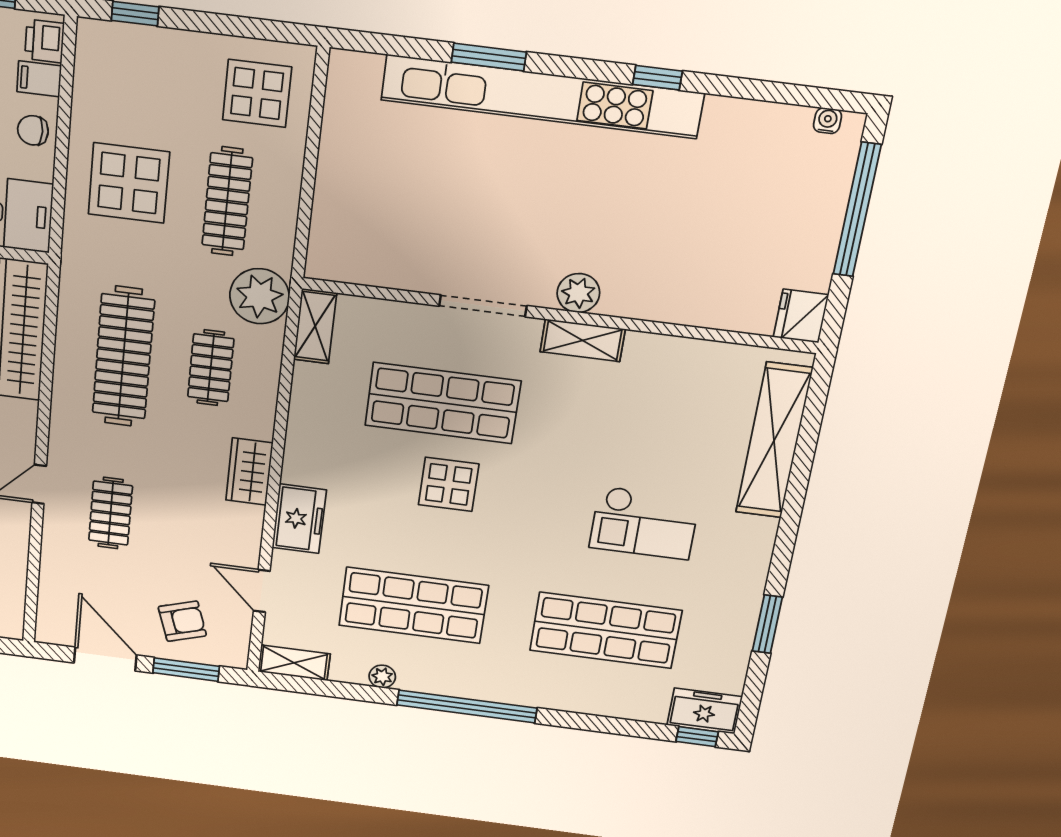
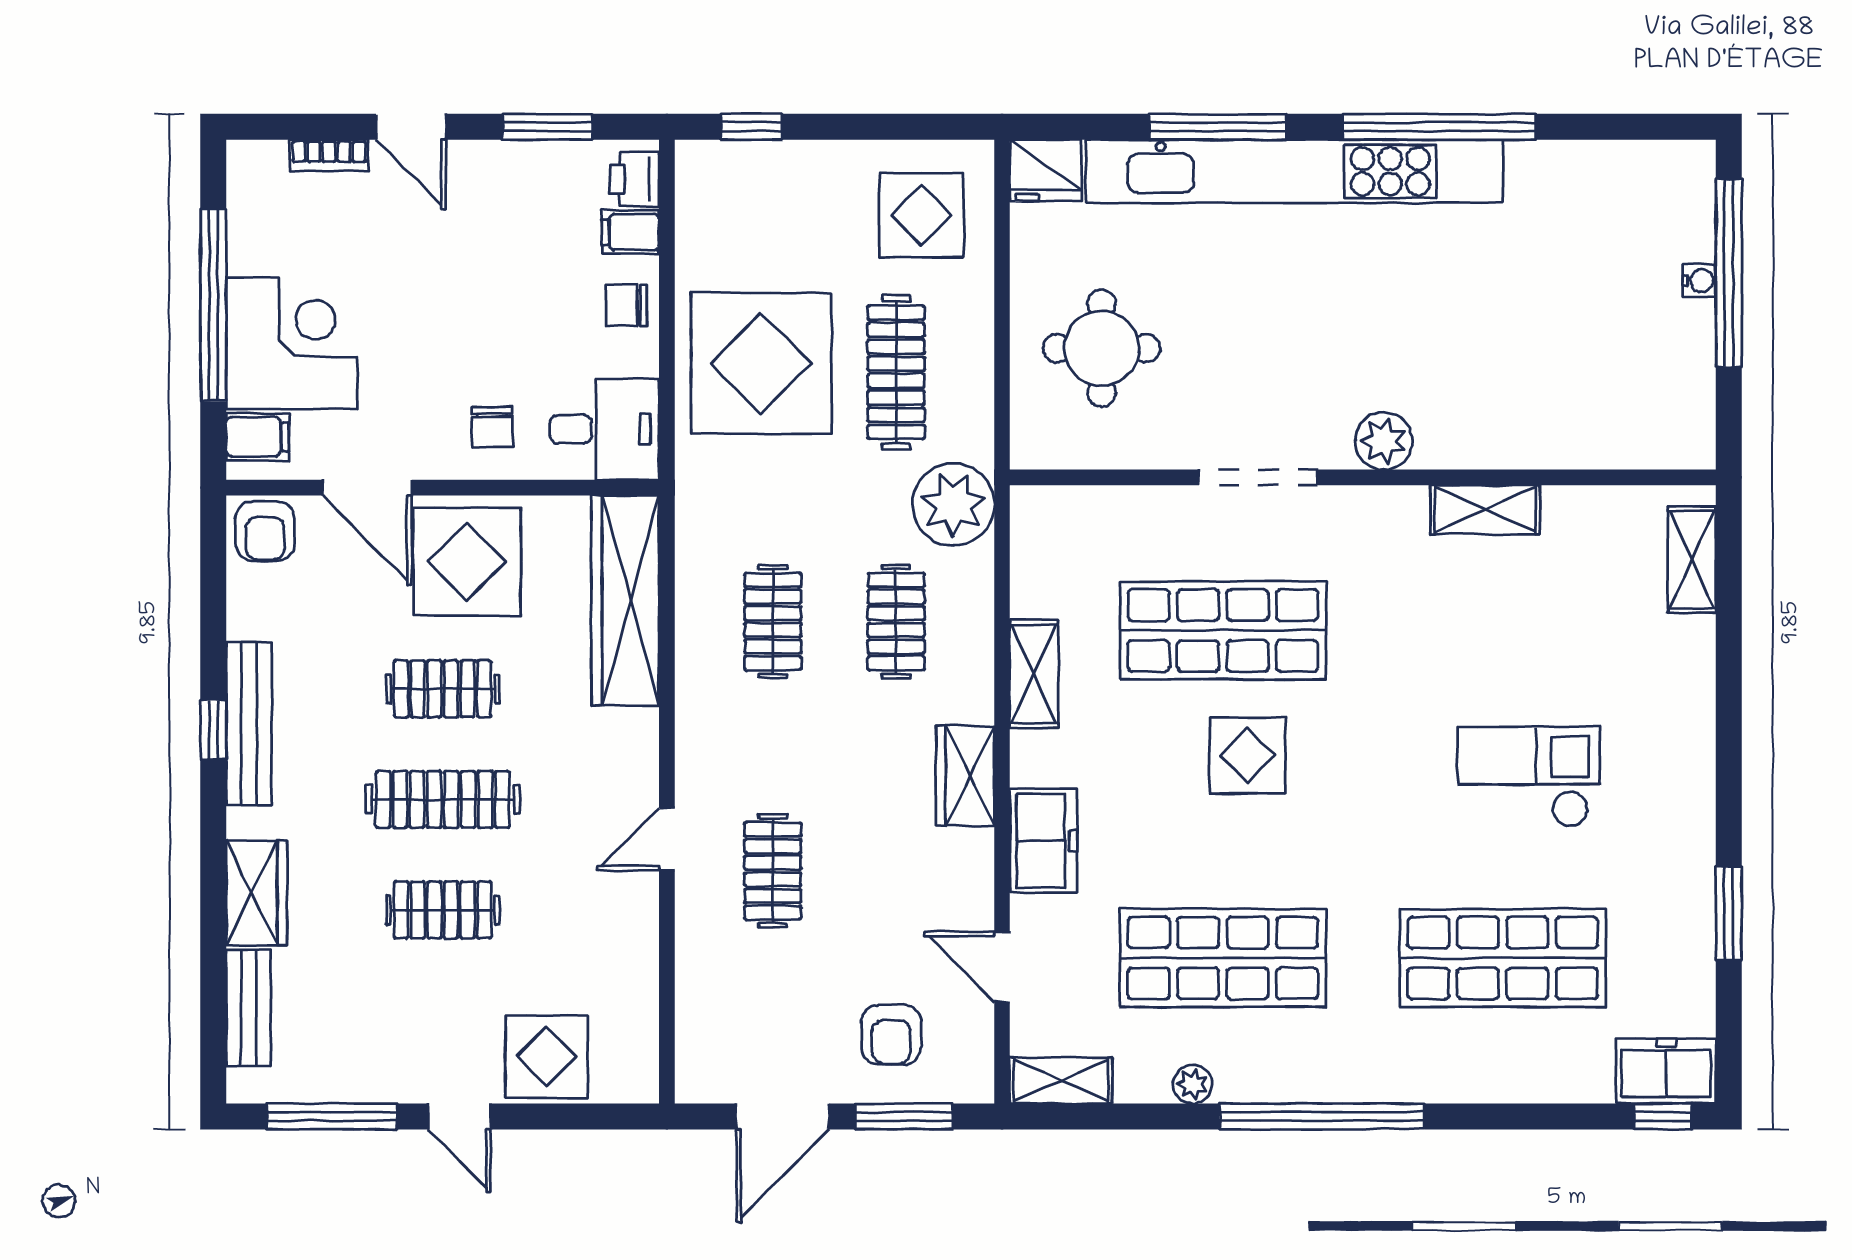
window: (489, 57) -> (1218, 127), width x1.44
window: (657, 78) -> (1439, 127), width x3.17
water cooler: (827, 121) -> (1699, 281), moved, turned 90
display table: (129, 183) -> (761, 363), width x1.36, depth x1.36
round table: (380, 204) -> (1102, 348), added
fridge: (801, 316) -> (1046, 170), moved, turned -90
shelving: (315, 326) -> (1034, 674), moved
shelving: (583, 340) -> (1485, 510), moved
clothes rail: (123, 357) -> (773, 622), width x0.54, depth x0.76
shelving: (774, 441) -> (1692, 560), width x0.45, depth x0.75
checkout: (644, 523) -> (1529, 777), turned 180
armchair: (182, 621) -> (891, 1035), turned 108
door: (105, 659) -> (783, 1116), swing flipped

